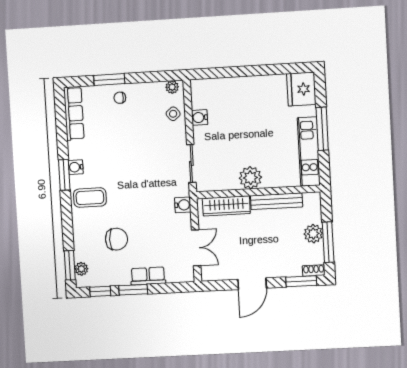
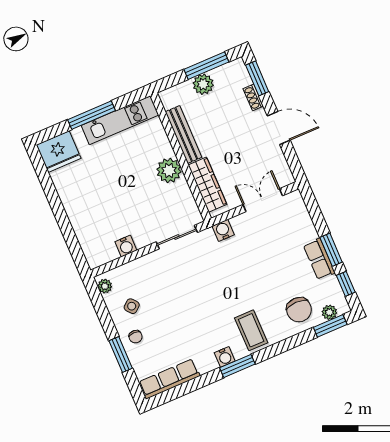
side table: (173, 114) -> (132, 306), moved
chair: (116, 239) -> (299, 310), moved, turned 180
shoe rack: (314, 270) -> (253, 97), moved
row of seats: (148, 276) -> (319, 259), moved

